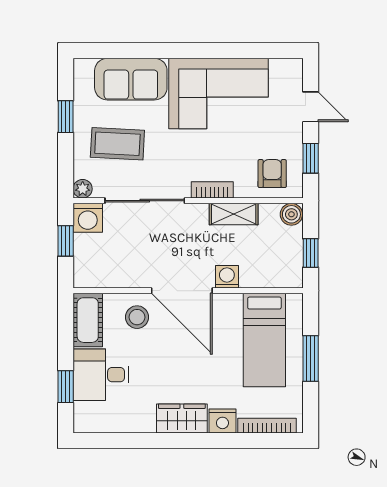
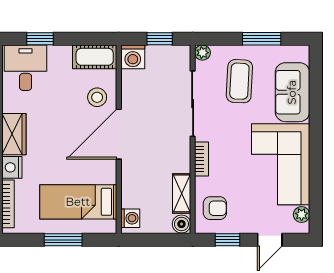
plant: (280, 68) -> (302, 215), added
window: (66, 117) -> (262, 39), width x1.50
shelving: (234, 214) -> (182, 193), moved
washing machine: (88, 218) -> (133, 57), moved, turned -90
window: (311, 253) -> (150, 240), removed
washing machine: (227, 277) -> (130, 218), moved
desk: (101, 375) -> (26, 68), moved

